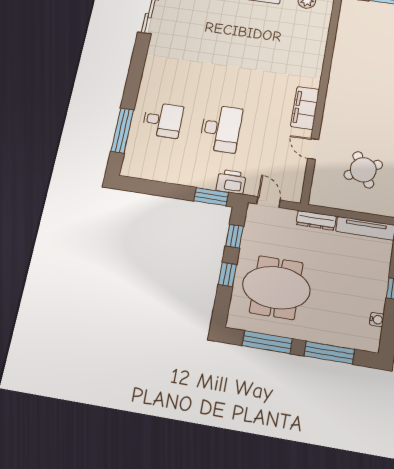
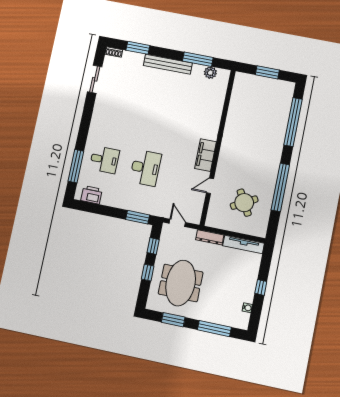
door: (313, 149) -> (210, 186), hinge flipped
printer: (231, 182) -> (92, 195), moved
meeting table: (276, 288) -> (181, 283), turned 90
window: (267, 342) -> (173, 320), width x0.69

